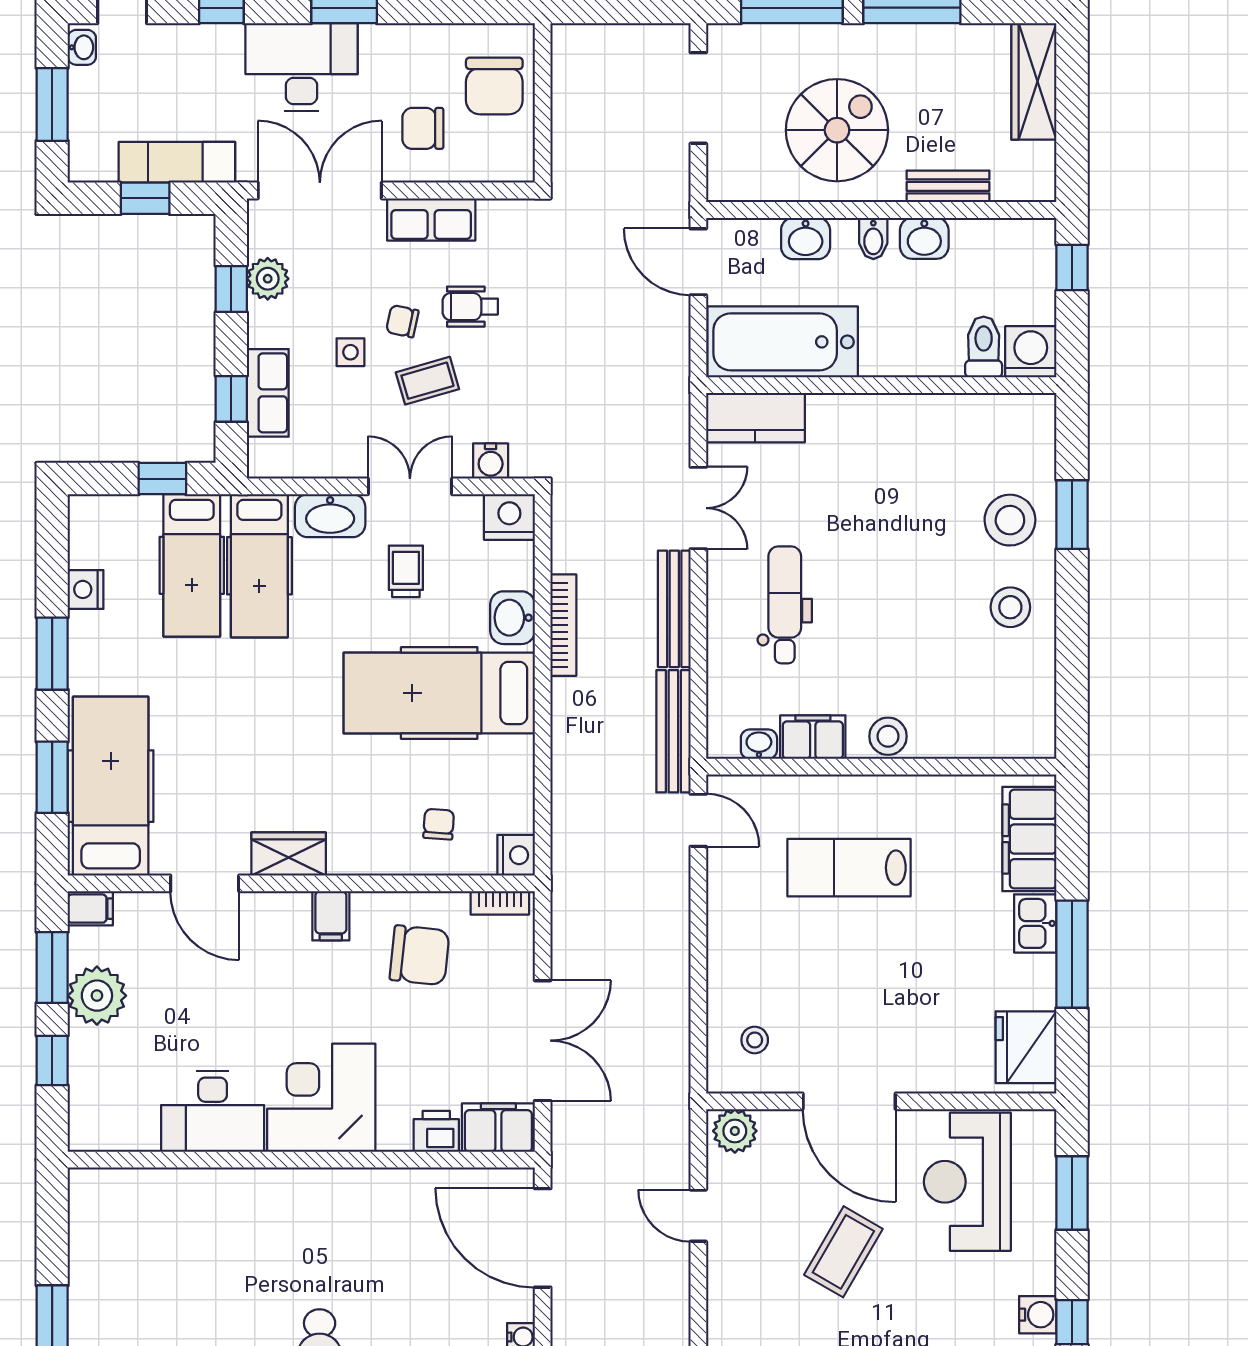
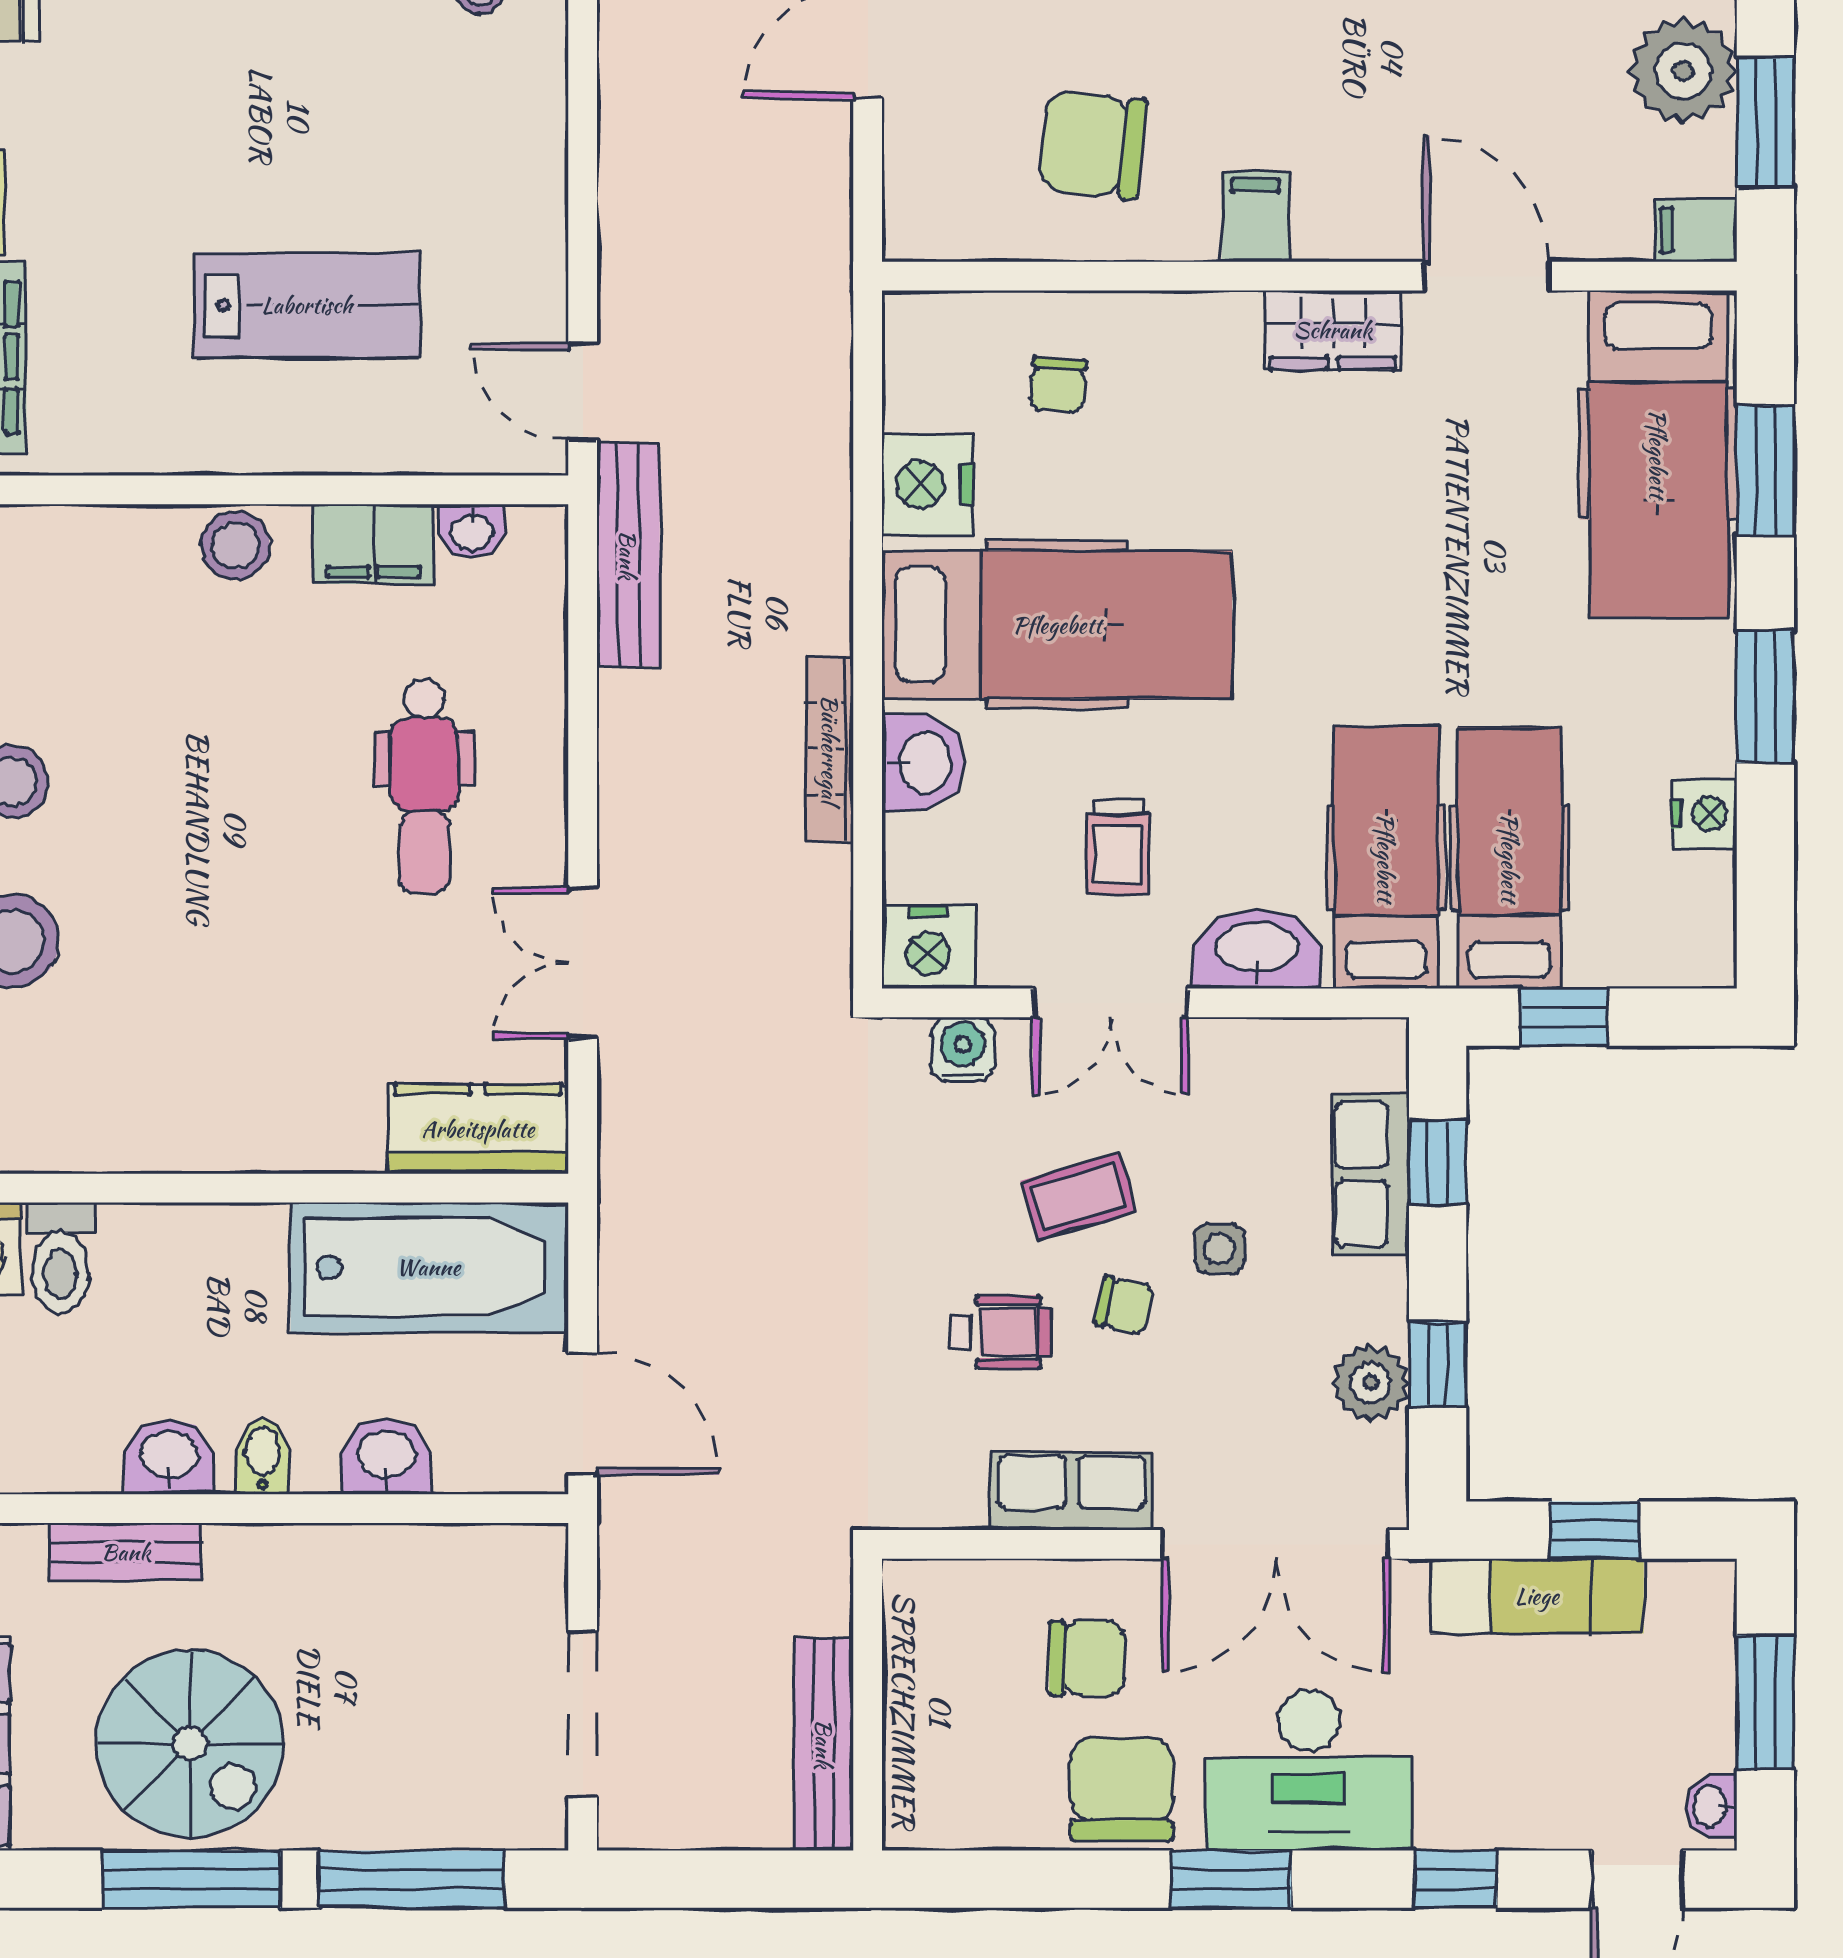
chair: (494, 86) -> (1122, 1789), moved
spiral stairs: (837, 130) -> (190, 1744), moved, turned -90
bench: (674, 609) -> (824, 1744), moved
nightstand: (516, 855) -> (928, 484), moved, width x1.36, depth x1.33
bookcase: (500, 903) -> (946, 241), removed

